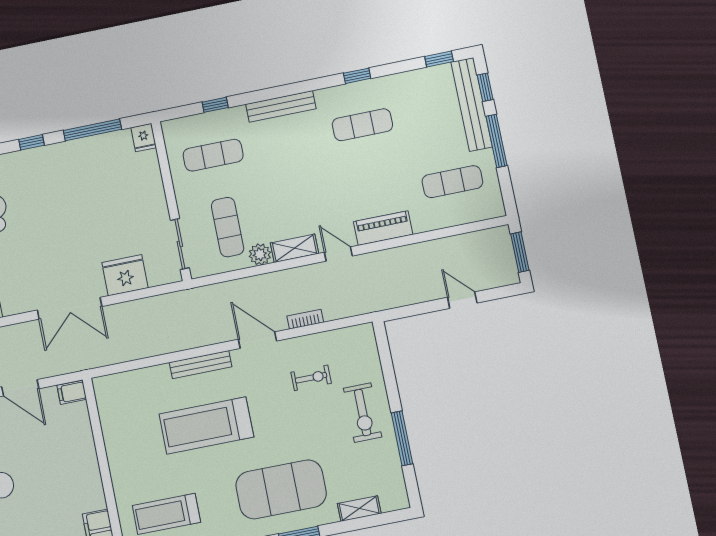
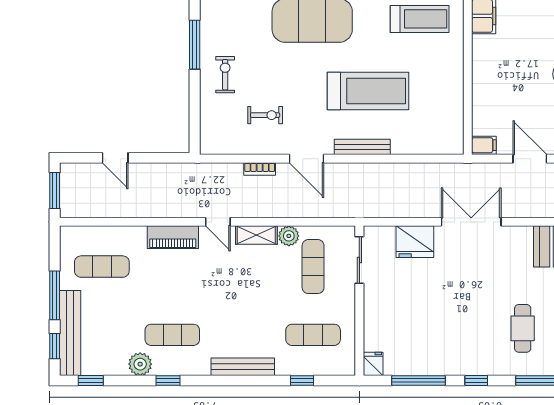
plant: (390, 87) -> (140, 364), added
exercise bike: (311, 378) -> (265, 115), turned 180
exercise bike: (363, 413) -> (225, 75), width x0.73, depth x0.72

